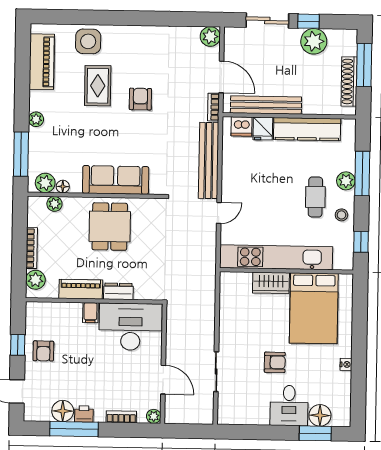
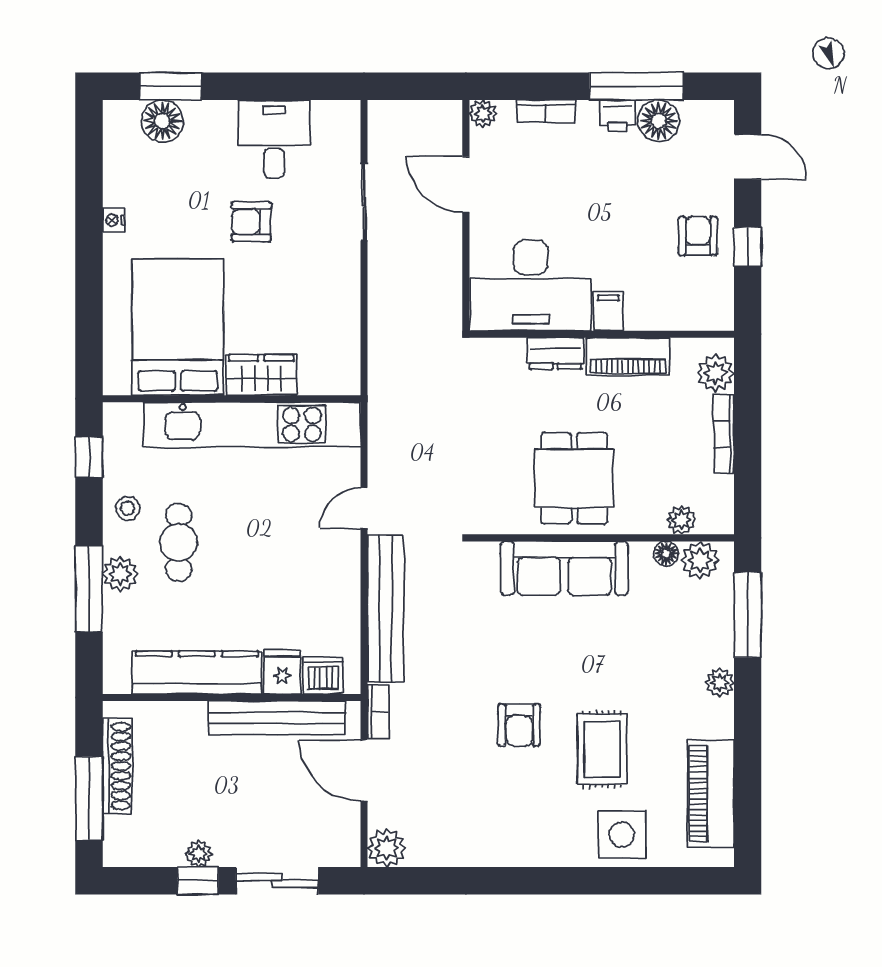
plant: (314, 41) -> (198, 854), width x0.53, depth x0.53
desk: (289, 406) -> (274, 139), moved

